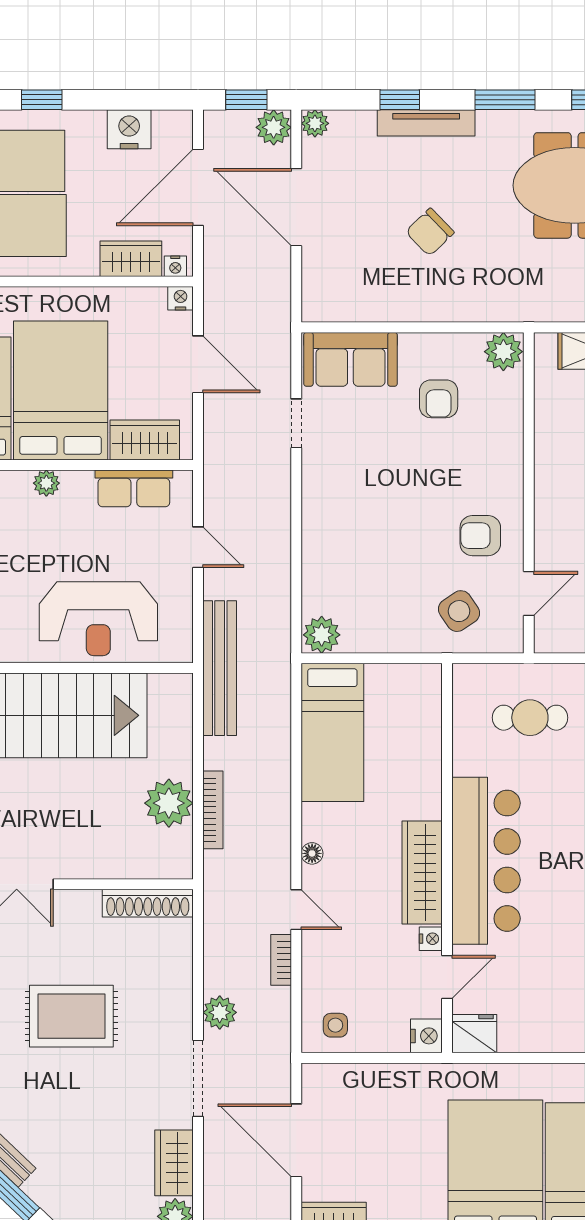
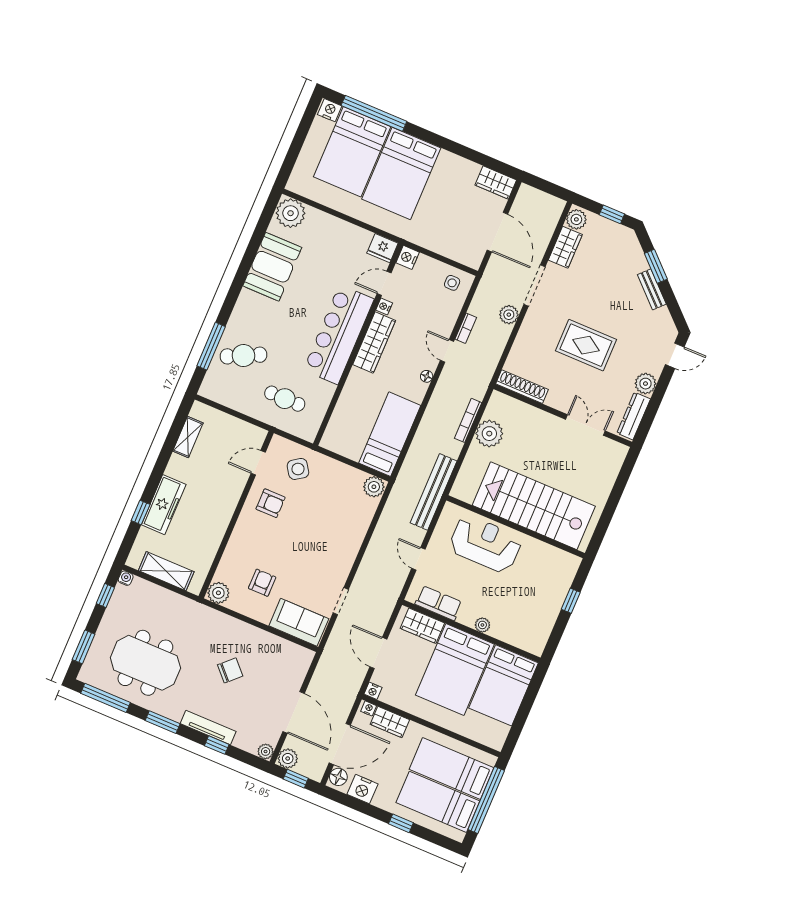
floor lamp: (177, 132) -> (338, 777), added

